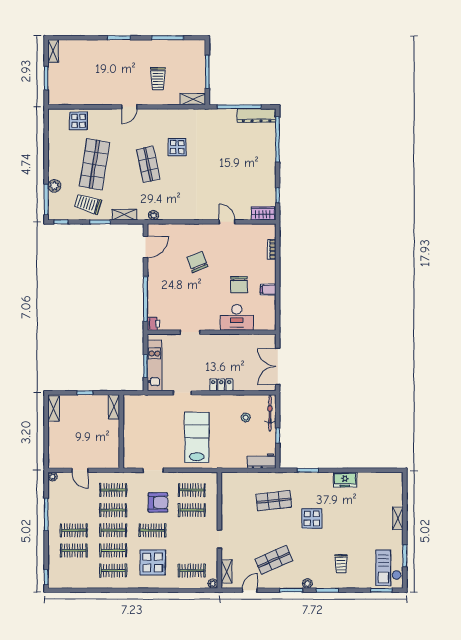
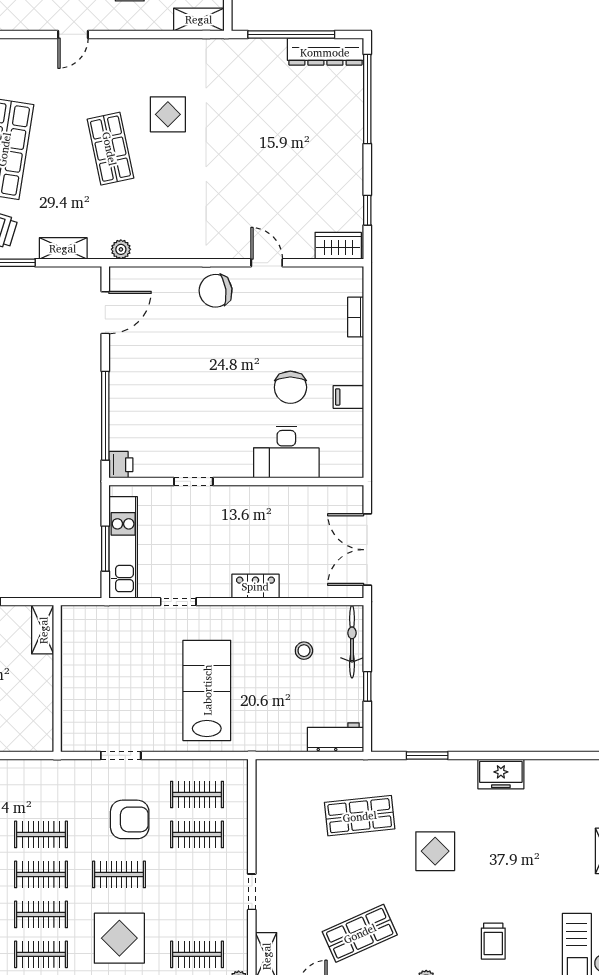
chair: (197, 262) -> (216, 291), moved, turned -77
clothes rail: (113, 490) -> (41, 794), removed

